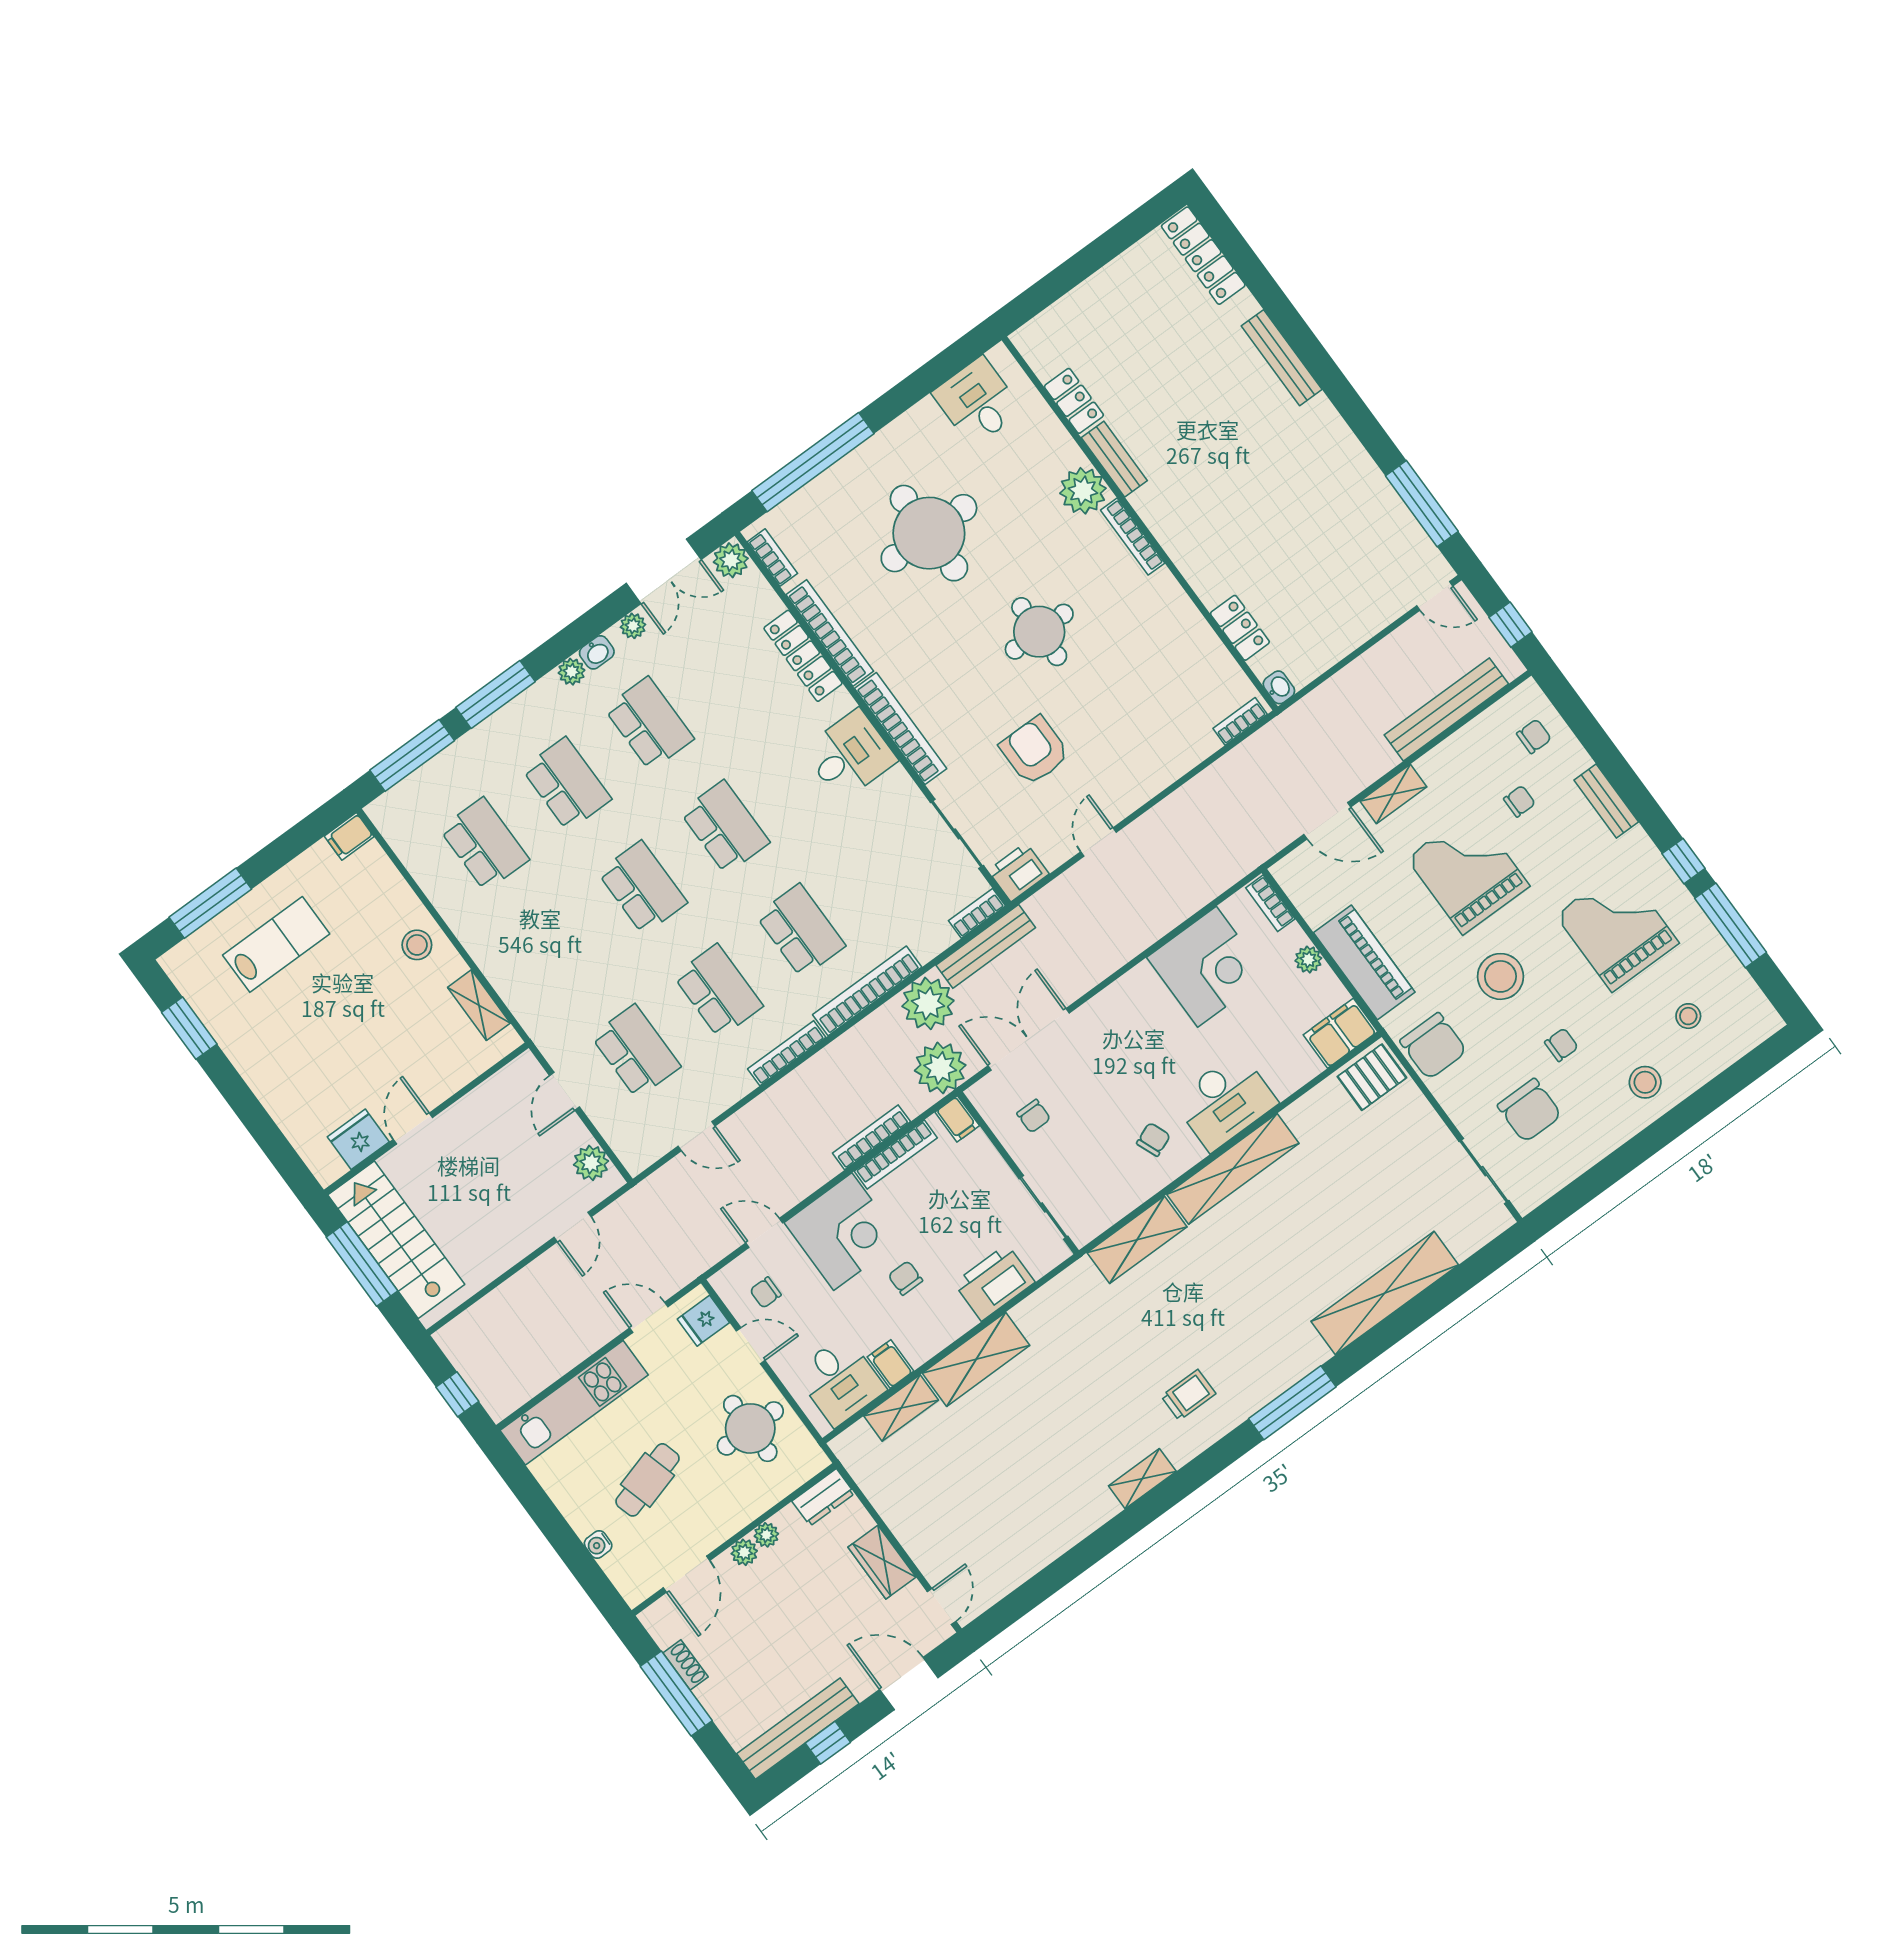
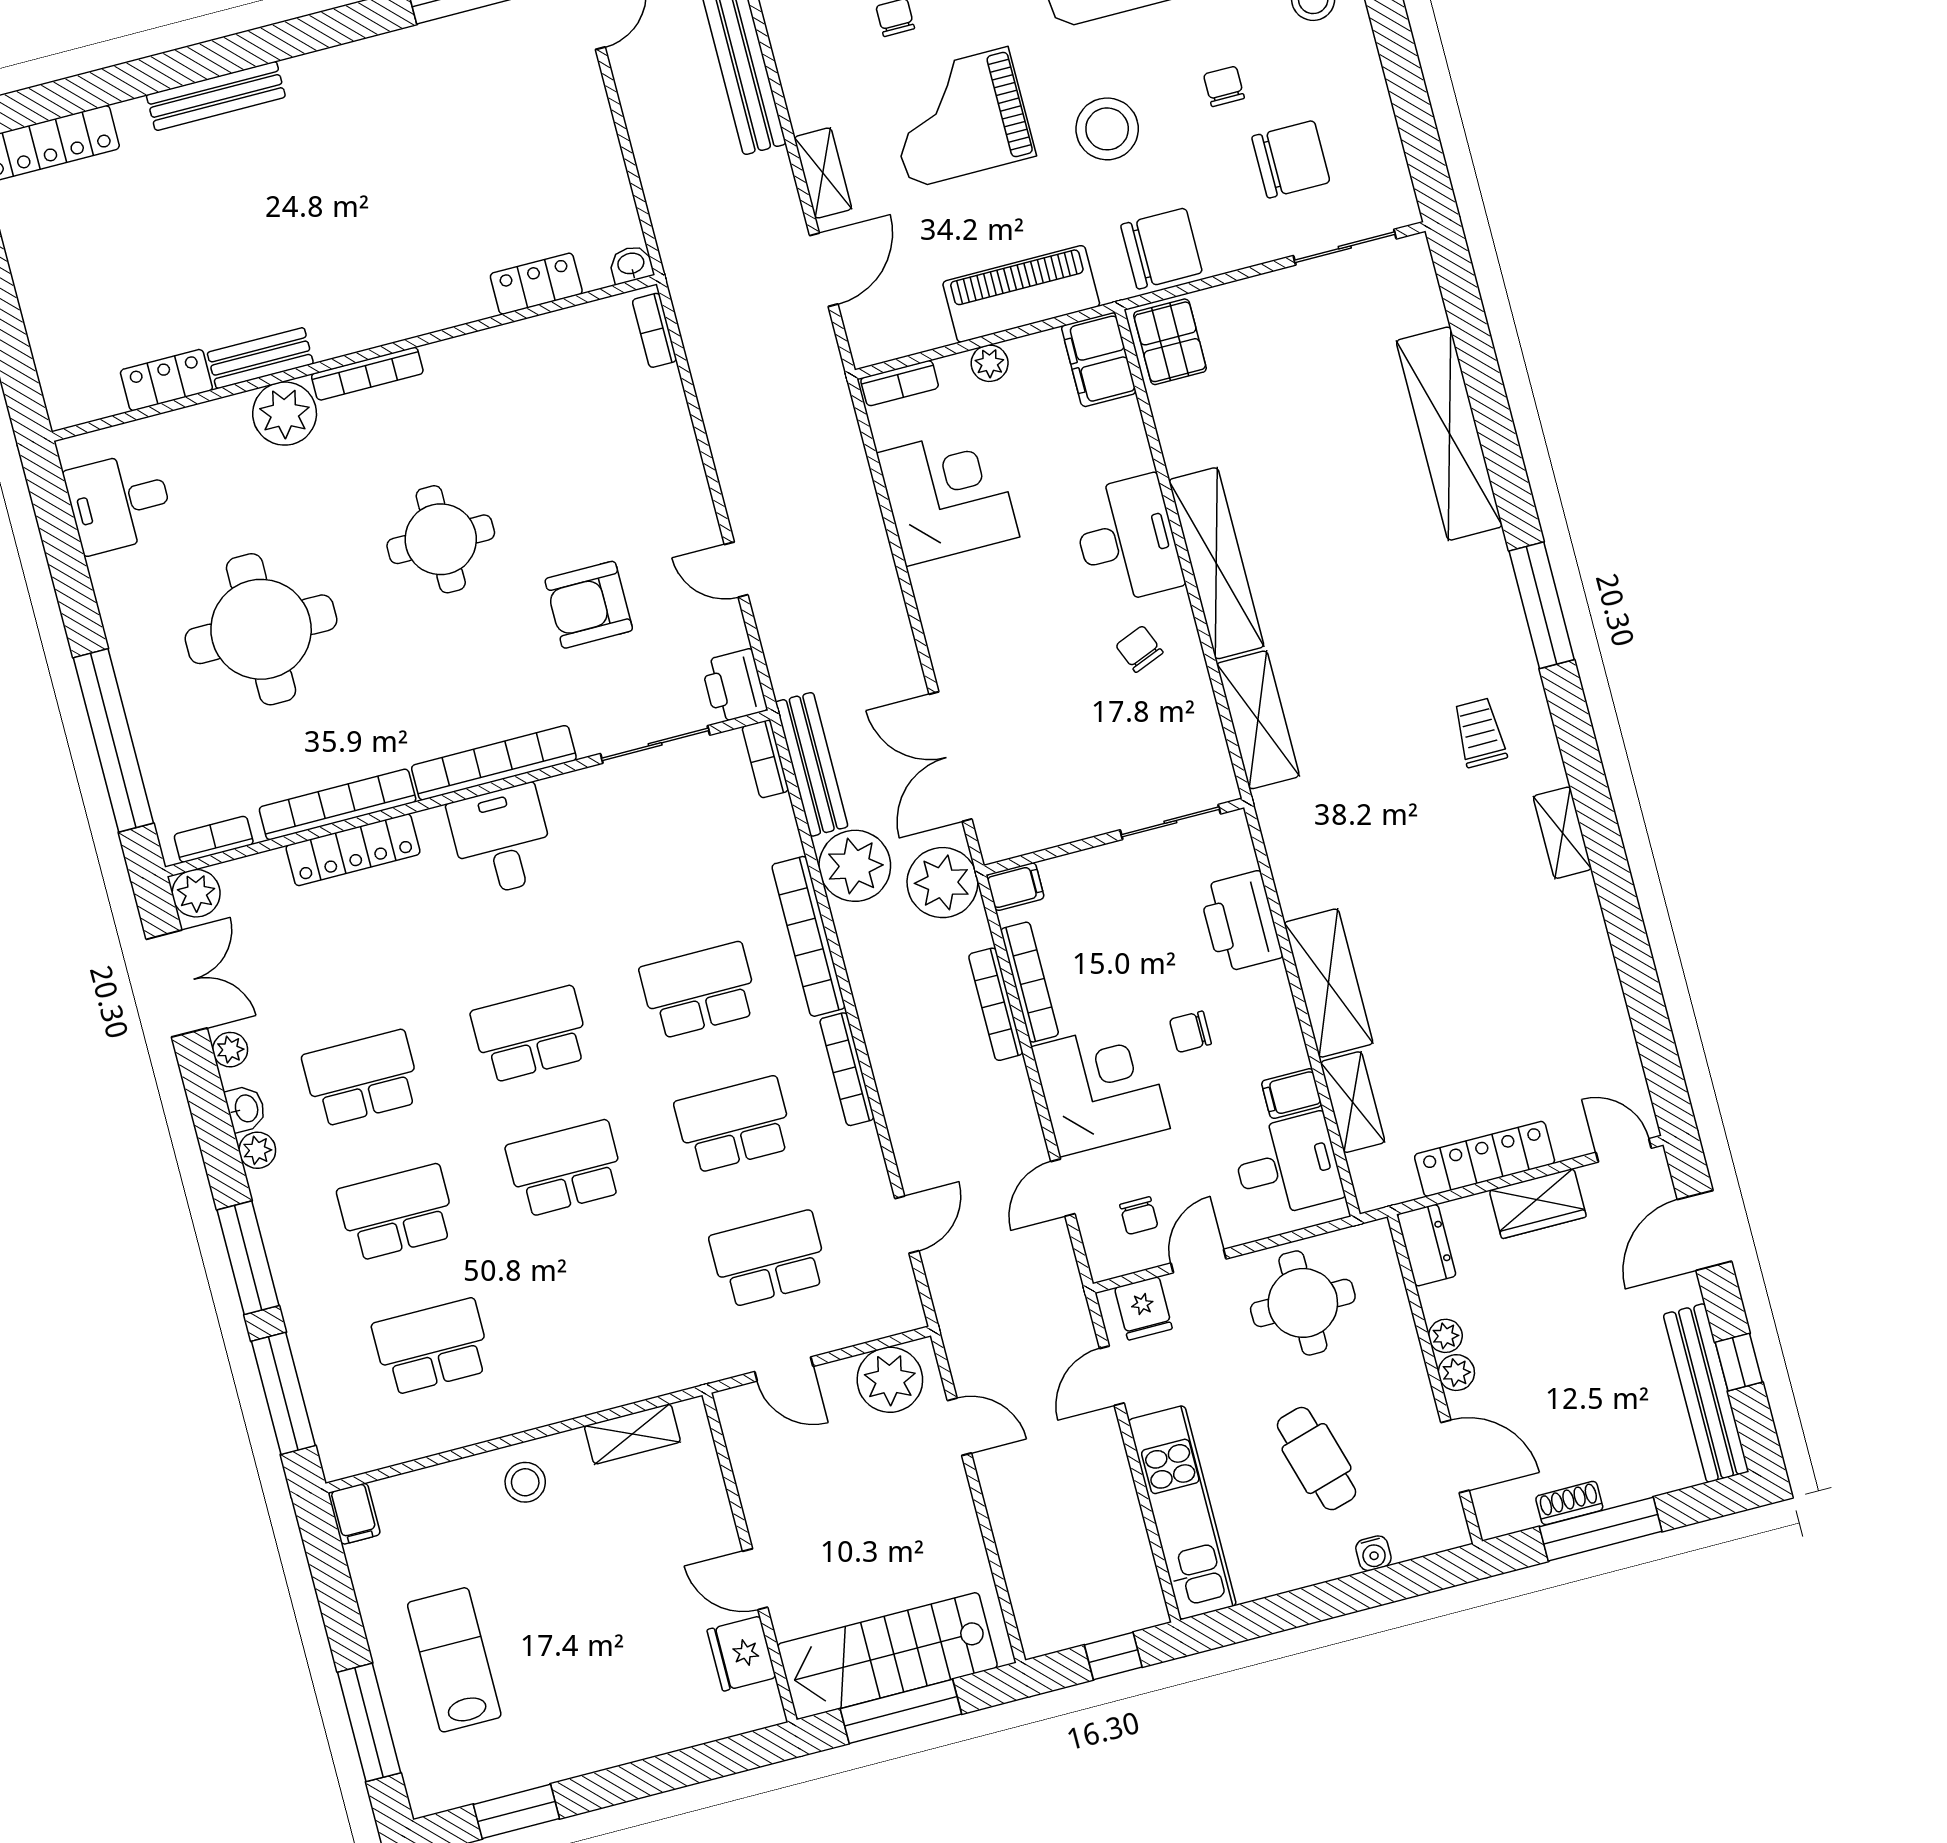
chair: (1034, 1116) -> (1050, 789), removed
plant: (591, 1163) -> (890, 1380), width x1.36, depth x1.36
locker: (898, 1514) -> (1485, 1159), added

